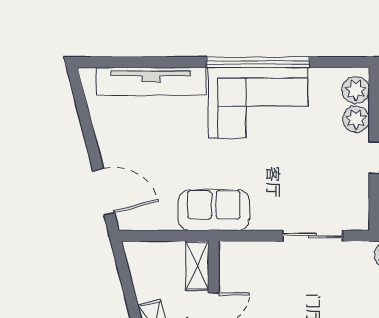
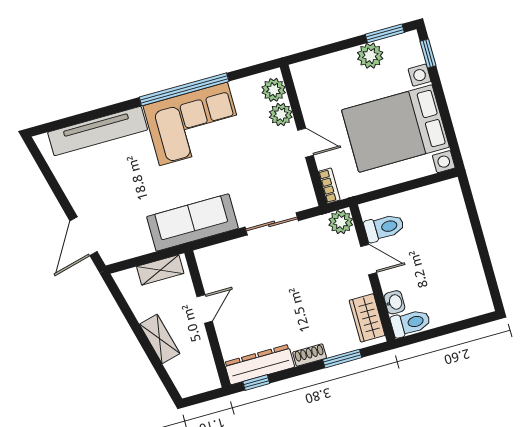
door: (104, 192) -> (84, 236), swing flipped
sofa: (214, 210) -> (192, 222), width x1.36
shelving: (197, 266) -> (160, 270), moved, turned 90

